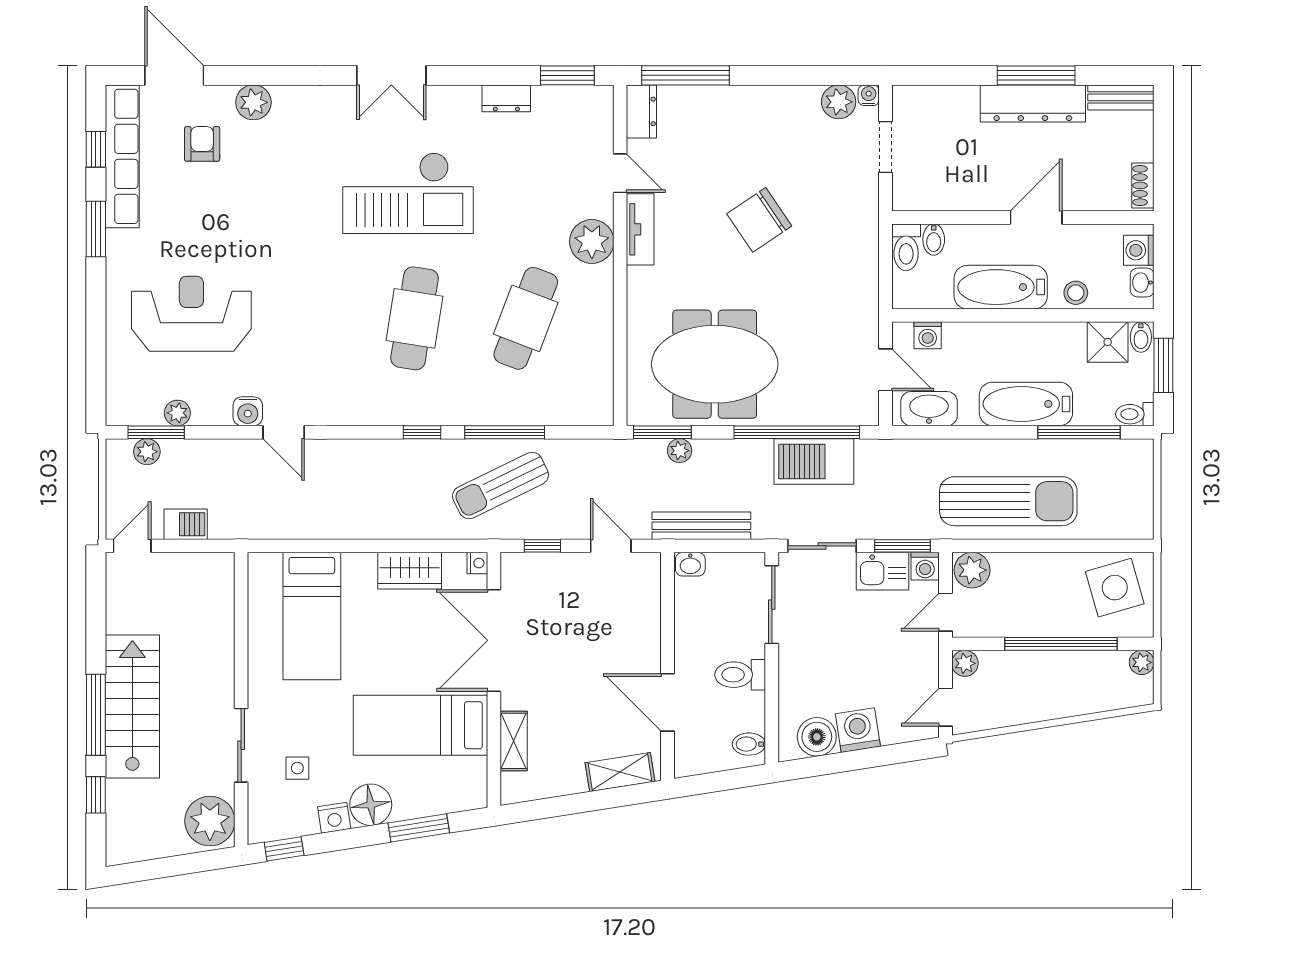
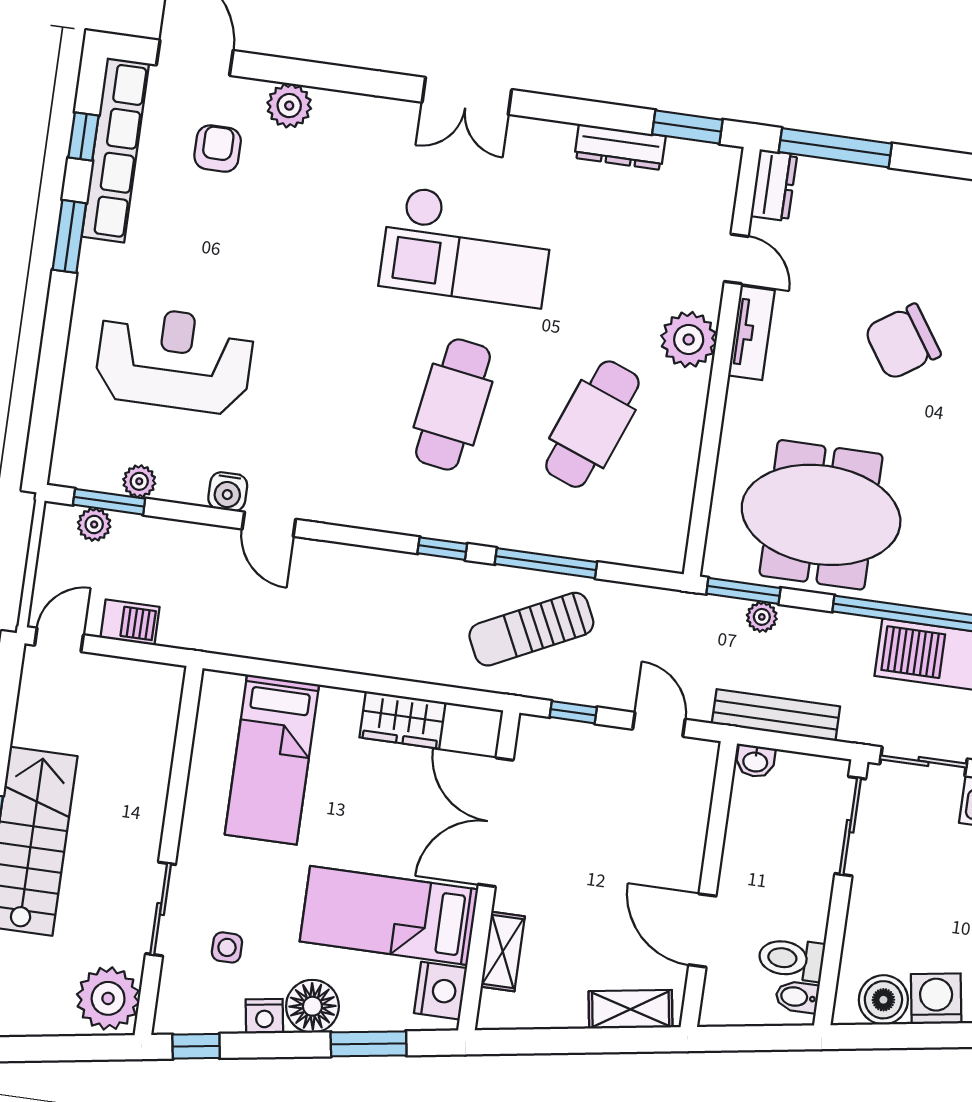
dresser: (506, 98) -> (620, 147), width x1.44
nightstand: (477, 563) -> (440, 991), moved, width x1.89, depth x1.79
toilet: (740, 675) -> (791, 959), moved

